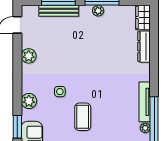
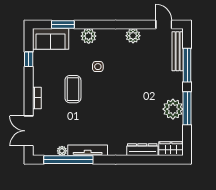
bench: (59, 11) -> (178, 51), moved
plant: (98, 11) -> (173, 109), width x1.87, depth x1.87
coffee table: (83, 117) -> (73, 89), turned 90

